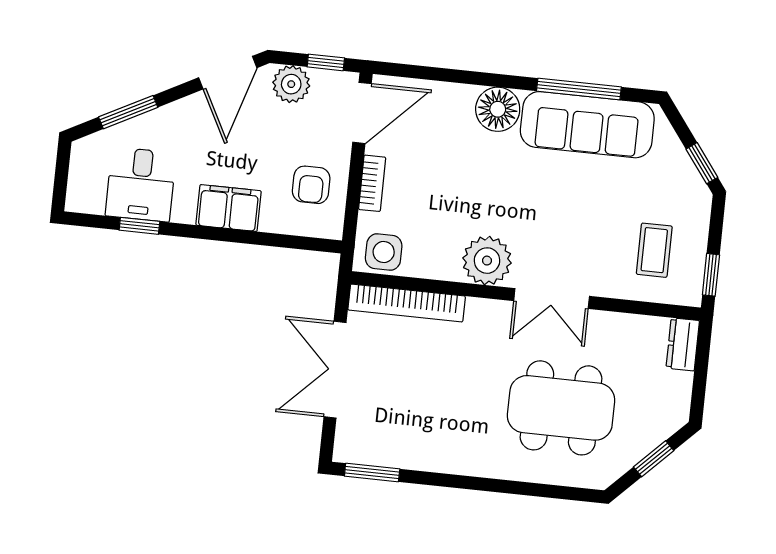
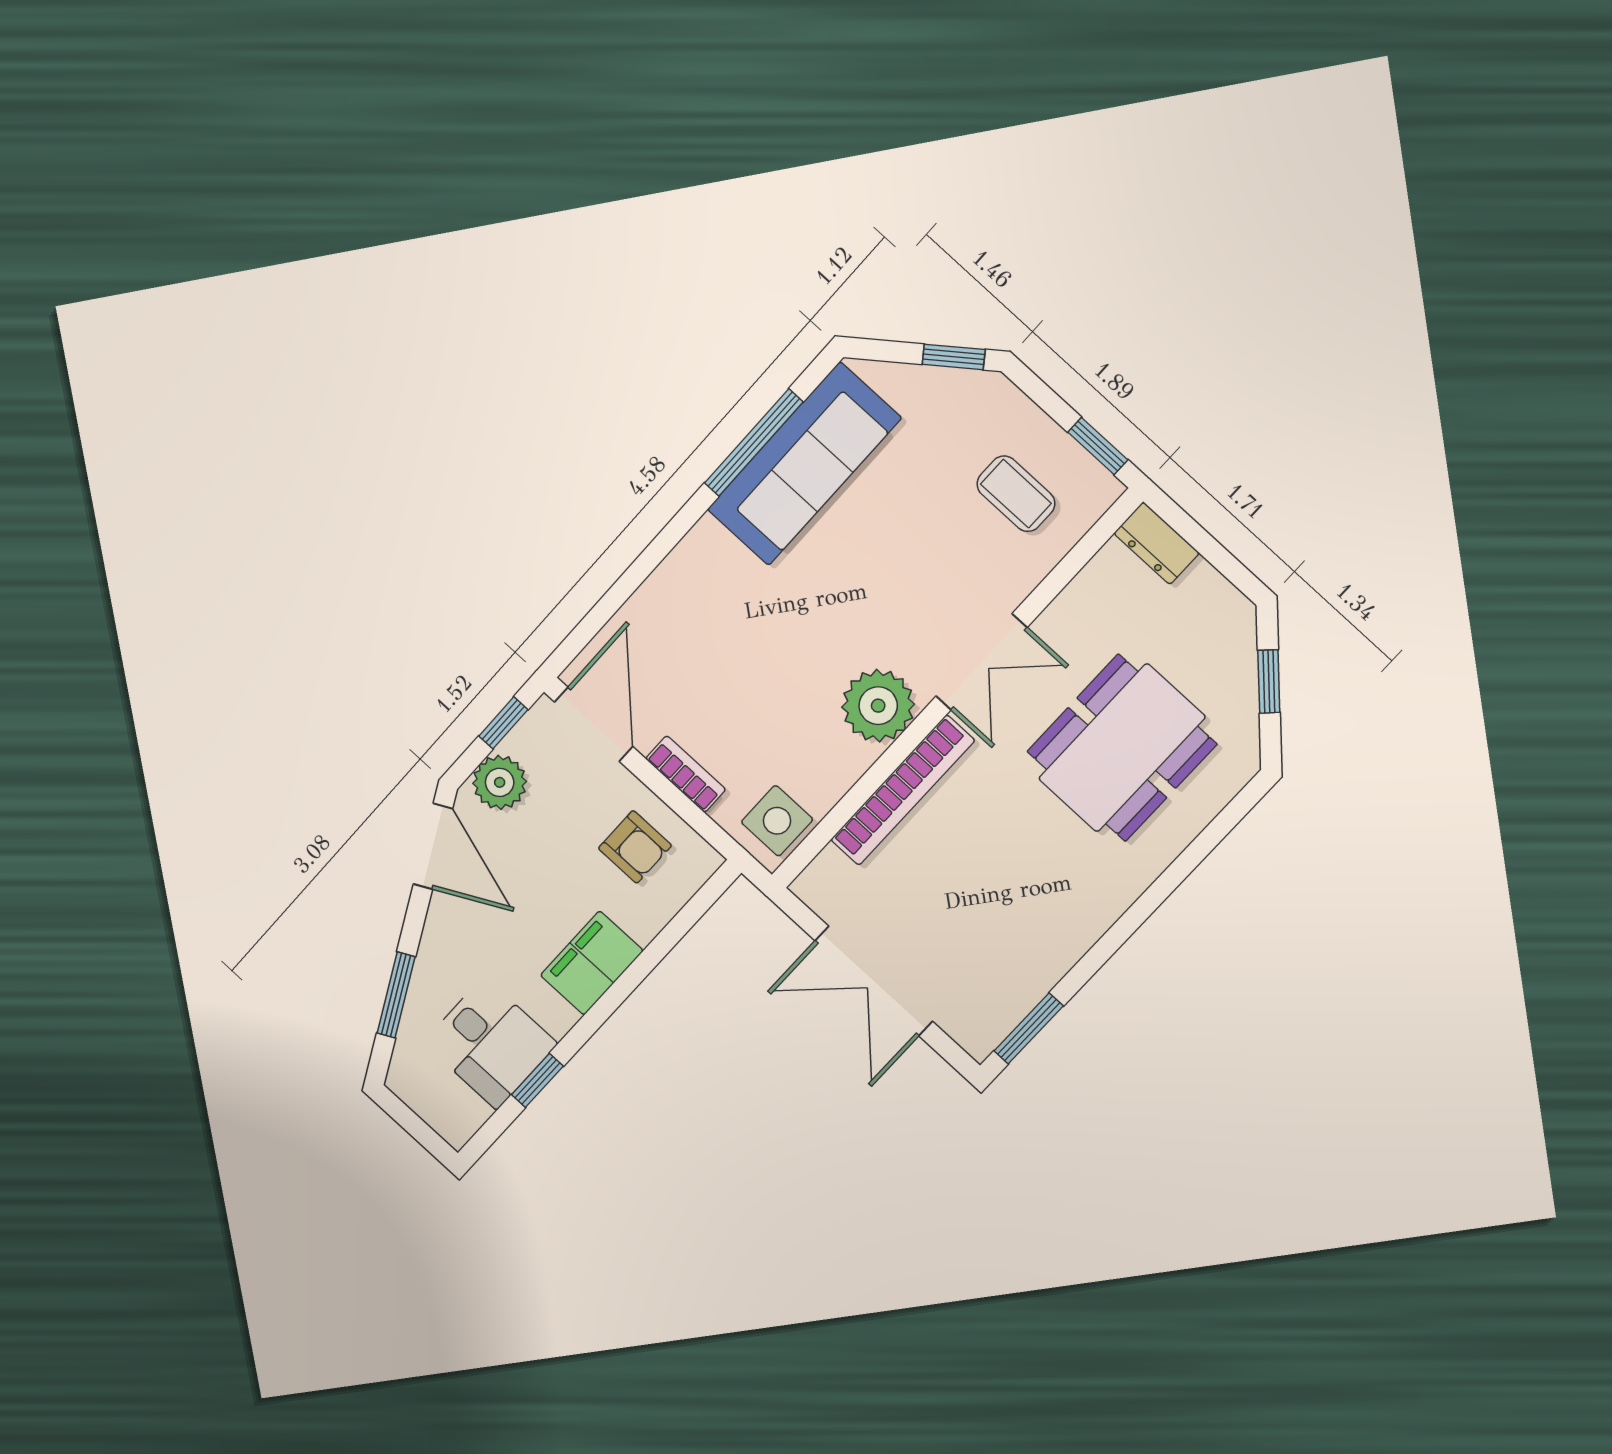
floor lamp: (498, 109) -> (707, 559), removed
bookcase: (407, 303) -> (903, 790), moved

